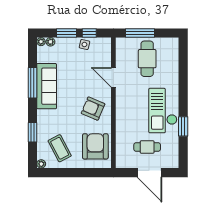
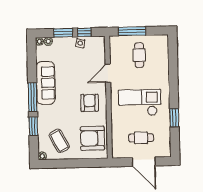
cafe table: (147, 59) -> (139, 55), width x0.73, depth x0.74
door: (113, 77) -> (108, 73), hinge flipped
window: (32, 83) -> (33, 97), moved
armchair: (93, 109) -> (90, 103), turned 67
checkout: (163, 111) -> (140, 103), moved, turned 90
armchair: (95, 146) -> (93, 138), turned -90

